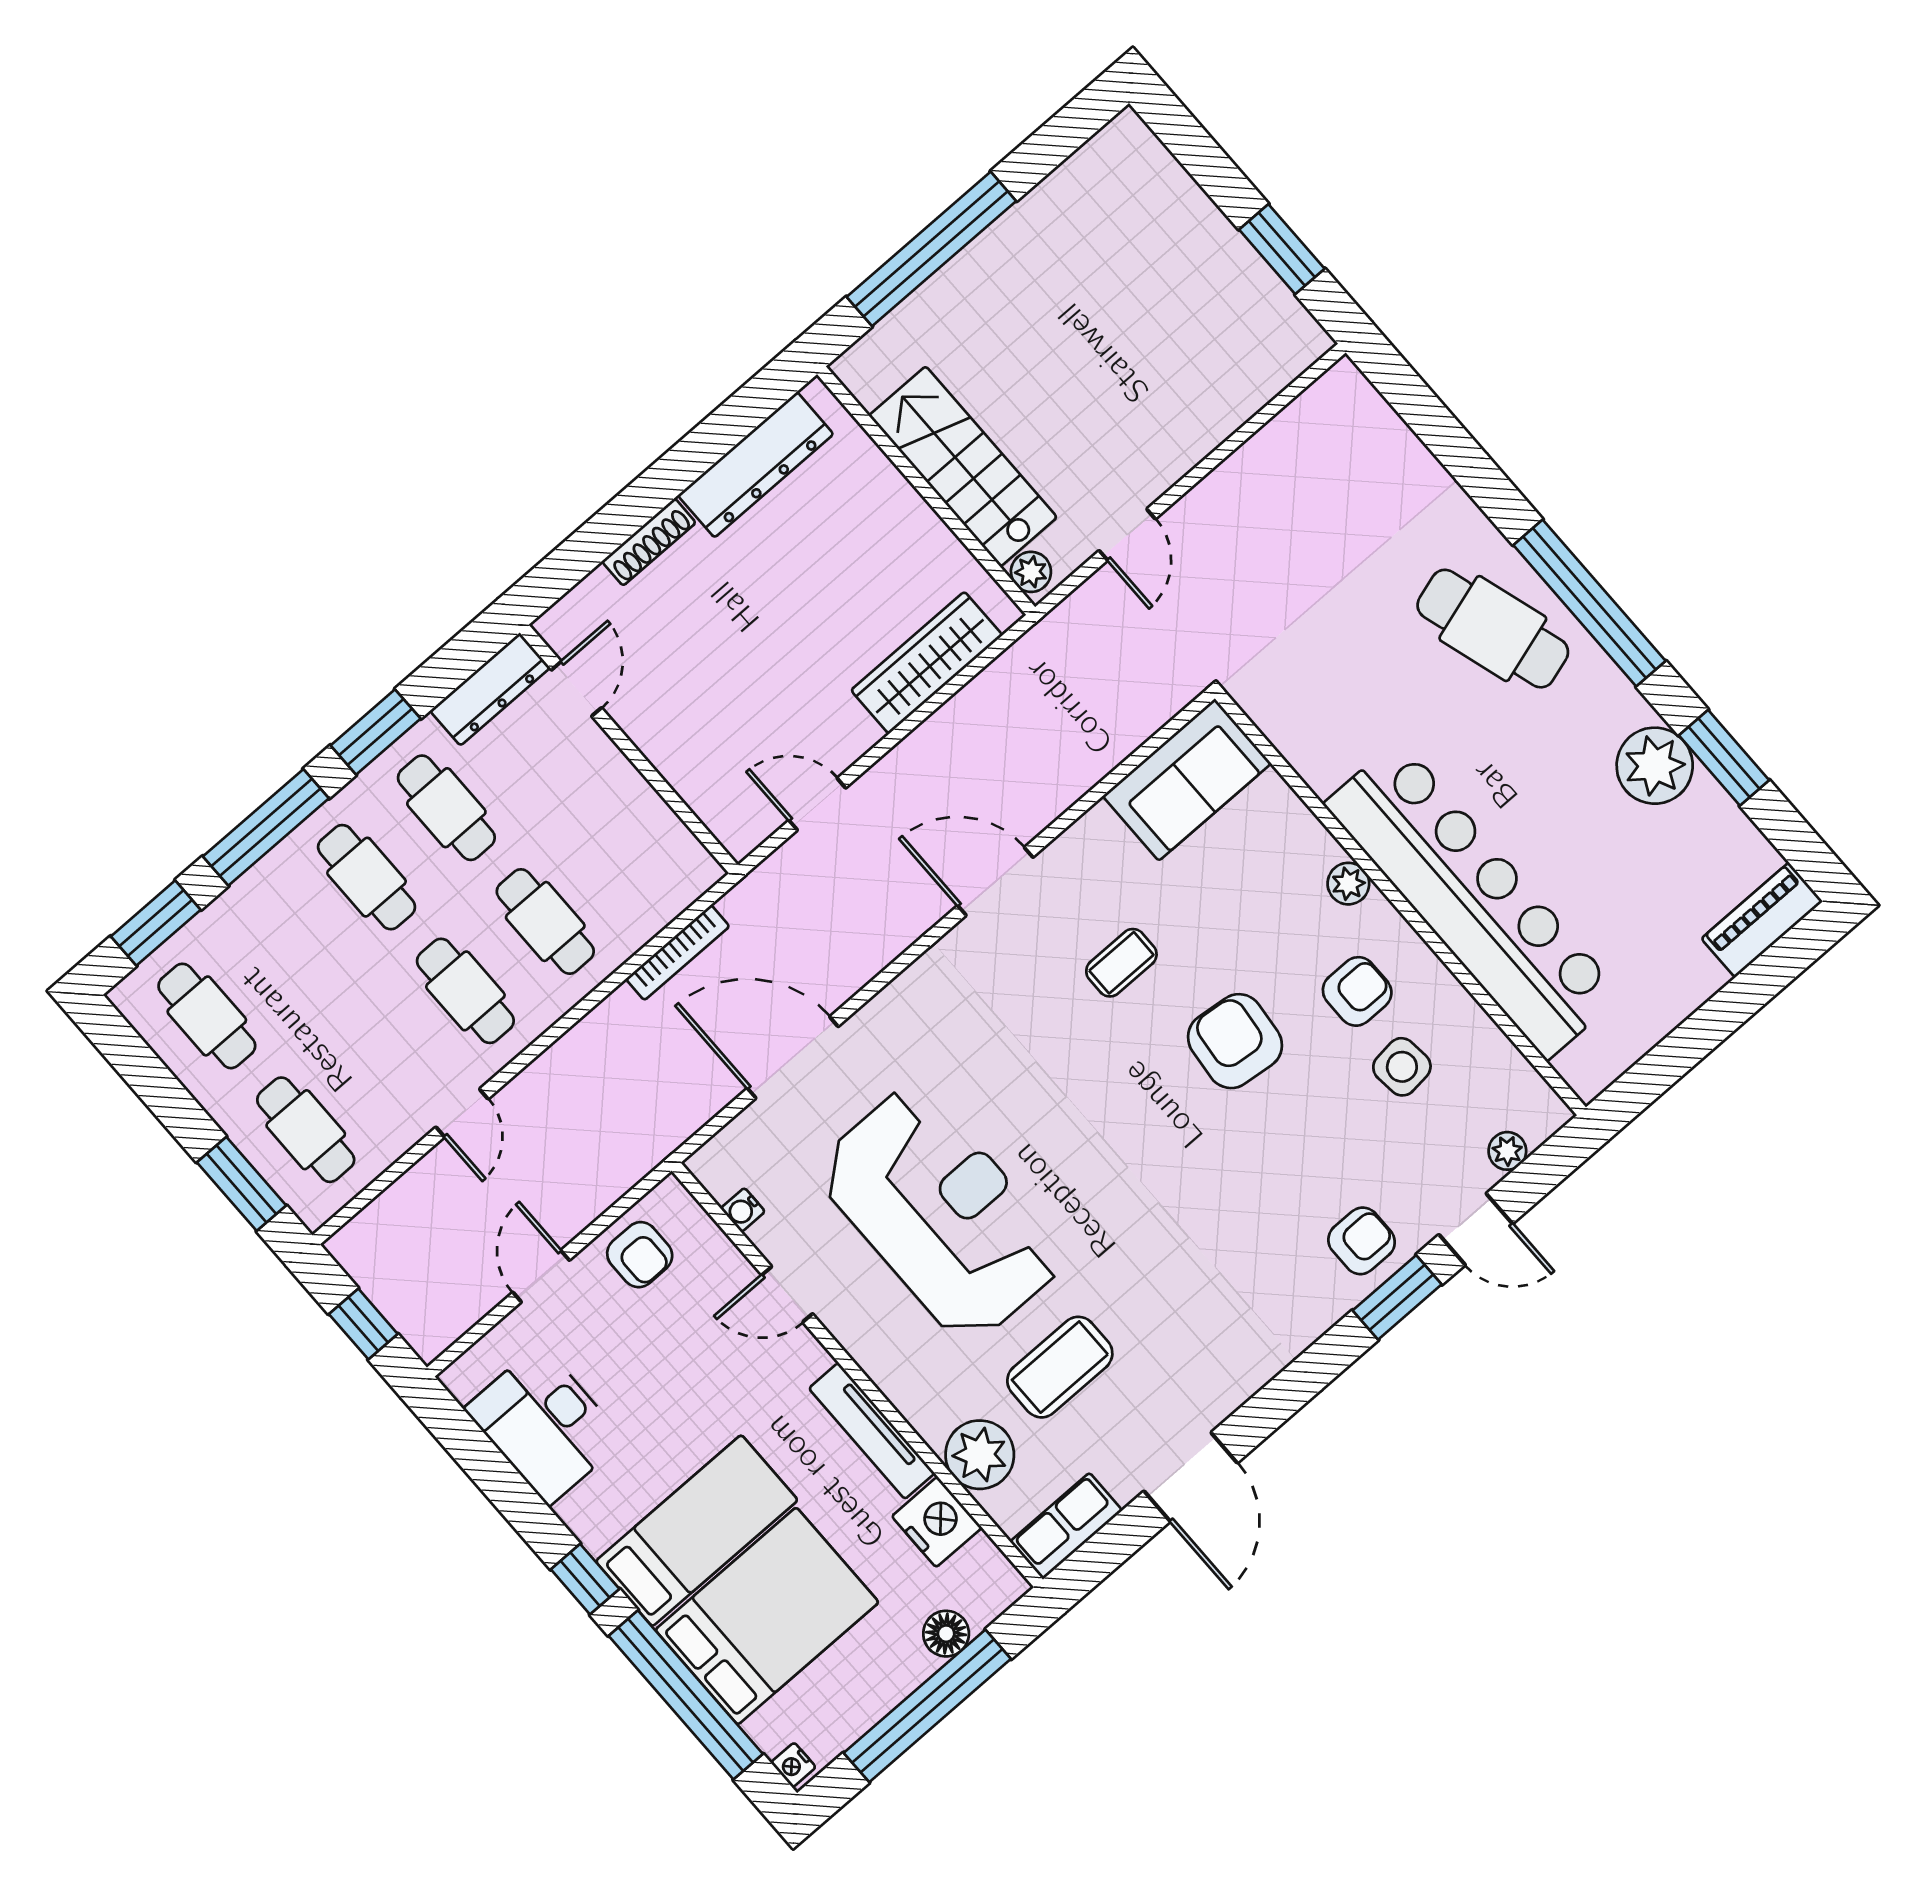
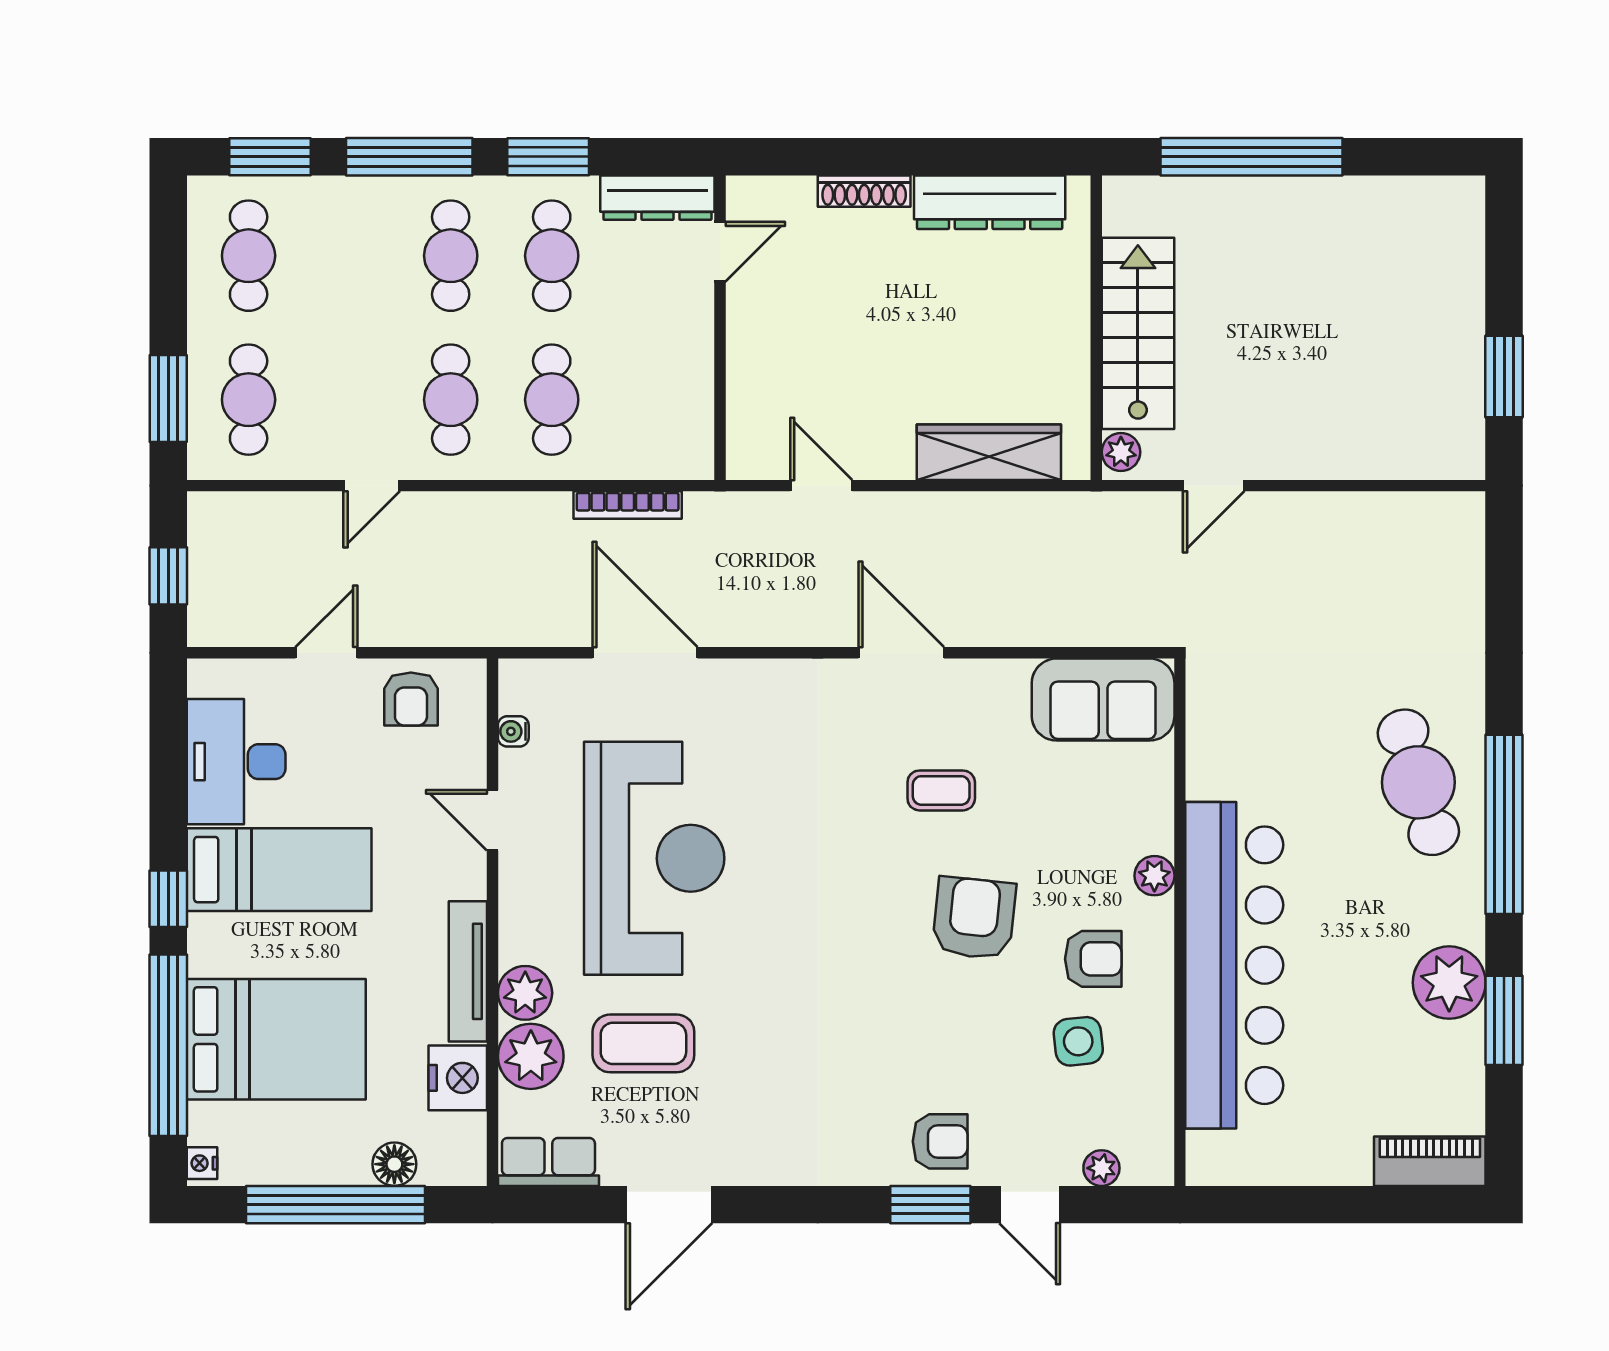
plant: (932, 1408) -> (525, 993), added
bed: (697, 1531) -> (279, 870), moved

